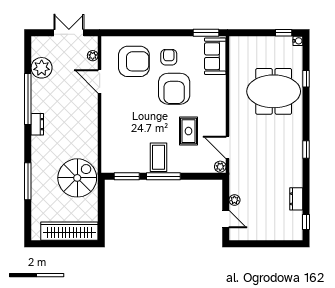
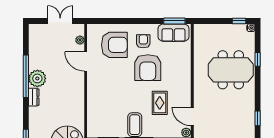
sofa: (215, 56) -> (173, 33), moved, turned -90
plant: (42, 68) -> (37, 78), moved

